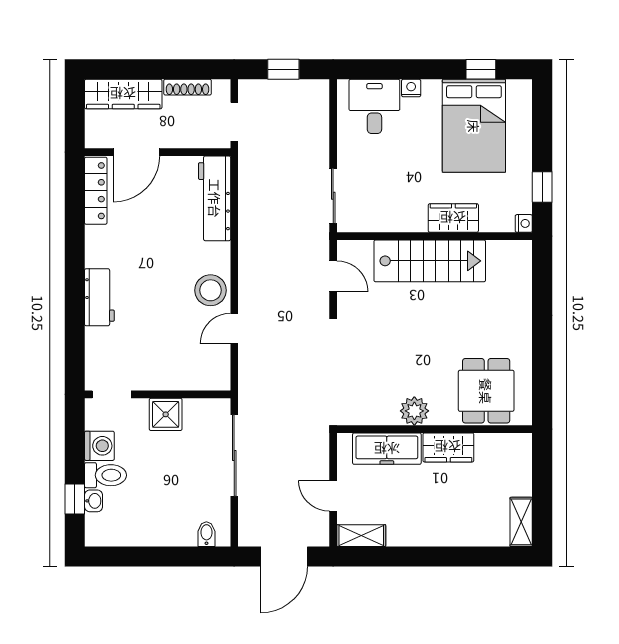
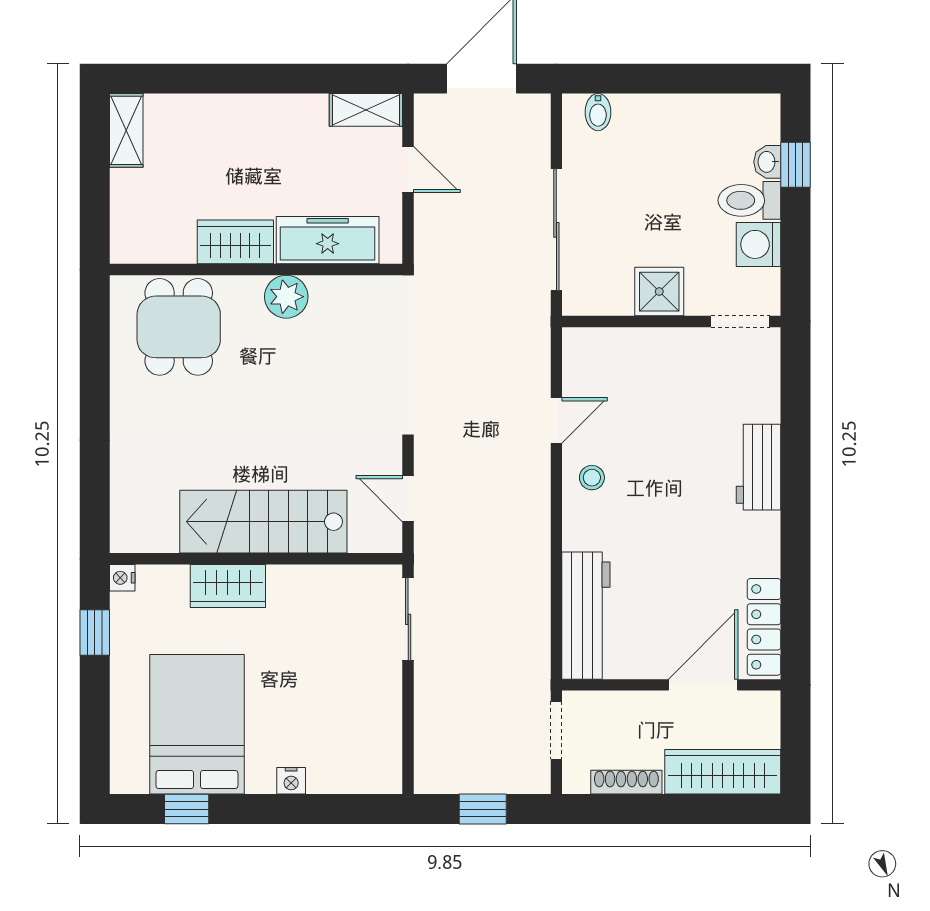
desk: (374, 106) -> (346, 753), removed
stool: (211, 290) -> (592, 478), width x0.53, depth x0.53

